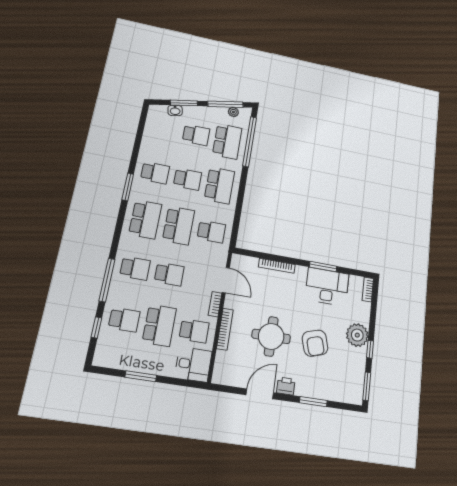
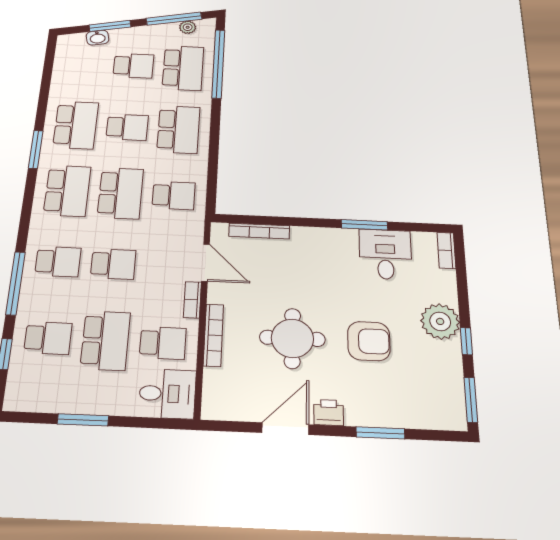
school desk: (155, 173) -> (76, 125), width x1.85
bookcase: (277, 266) -> (259, 231), moved
desk: (327, 287) -> (385, 254), width x0.73
armchair: (315, 343) -> (369, 341), turned -73

